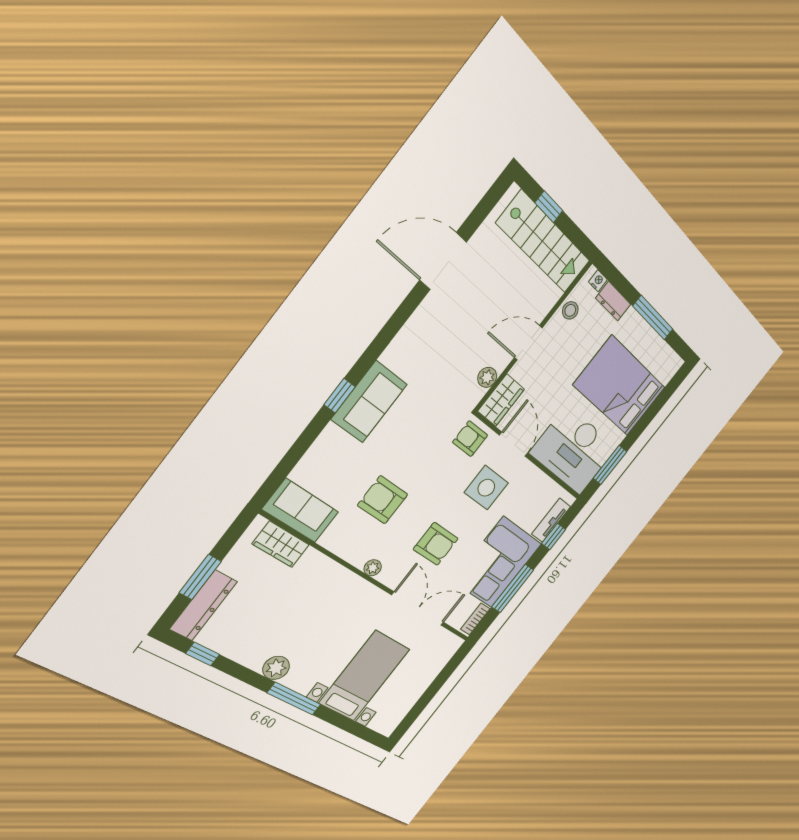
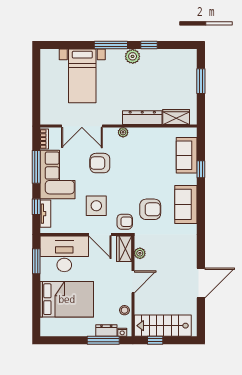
window: (549, 207) -> (155, 340), moved
window: (653, 318) -> (103, 340), moved
window: (340, 396) -> (201, 169), moved
armchair: (383, 500) -> (150, 209), moved
sofa: (301, 511) -> (187, 155), moved, turned 90
dresser: (203, 605) -> (142, 118), moved, turned 90
window: (203, 654) -> (149, 45), moved

